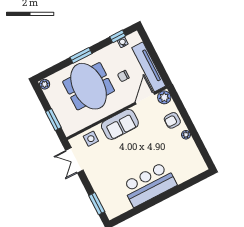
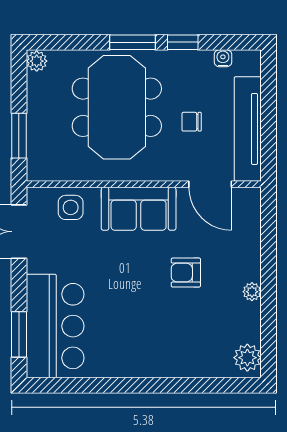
window: (118, 36) -> (183, 42), moved
plant: (164, 97) -> (247, 358), moved
door: (145, 98) -> (210, 184), swing flipped
armchair: (172, 120) -> (186, 273), moved
bar counter: (149, 184) -> (55, 326), moved, turned 90

